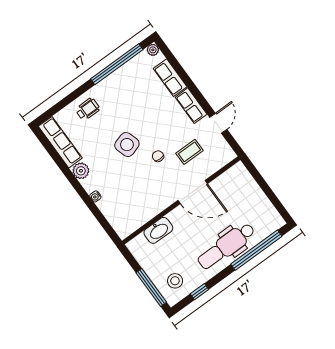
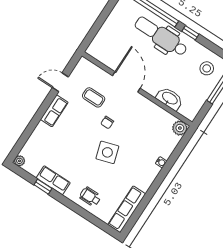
window: (117, 64) -> (43, 187), width x0.32
row of seats: (170, 78) -> (53, 180), moved, turned -90
plant: (81, 171) -> (180, 128), moved
dental chair: (226, 246) -> (161, 36), turned 180
window: (199, 292) -> (190, 33), moved

